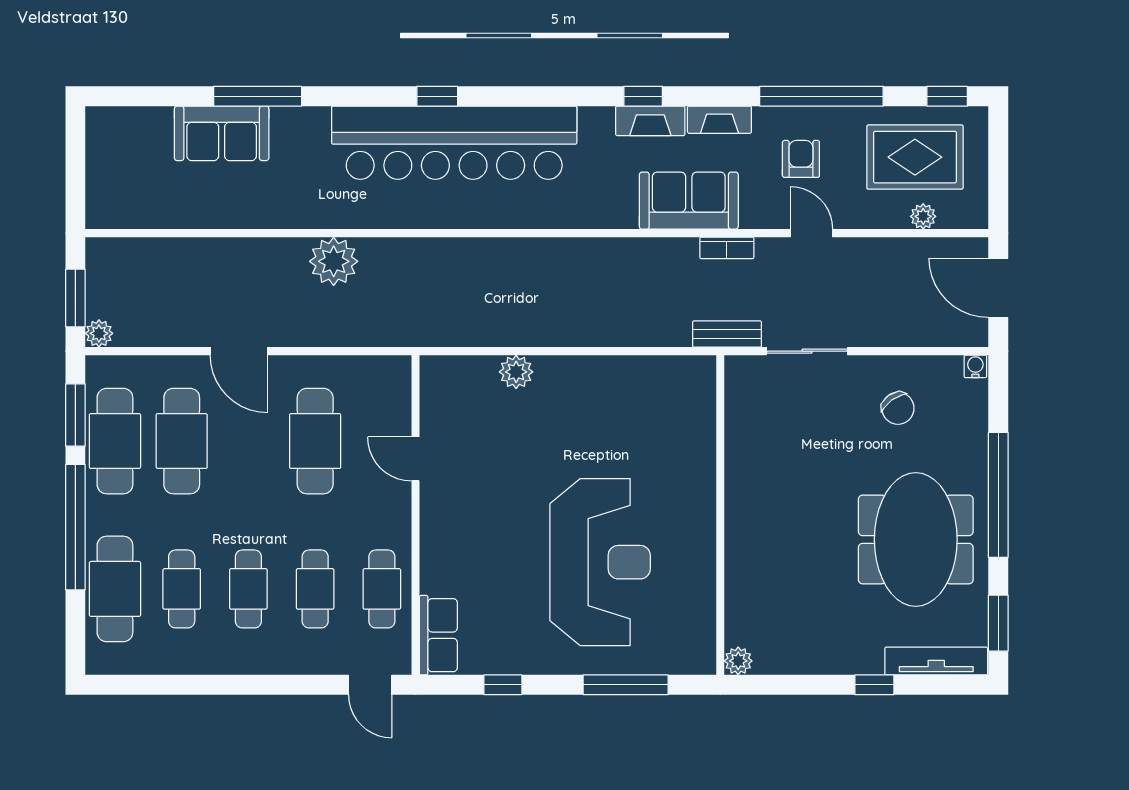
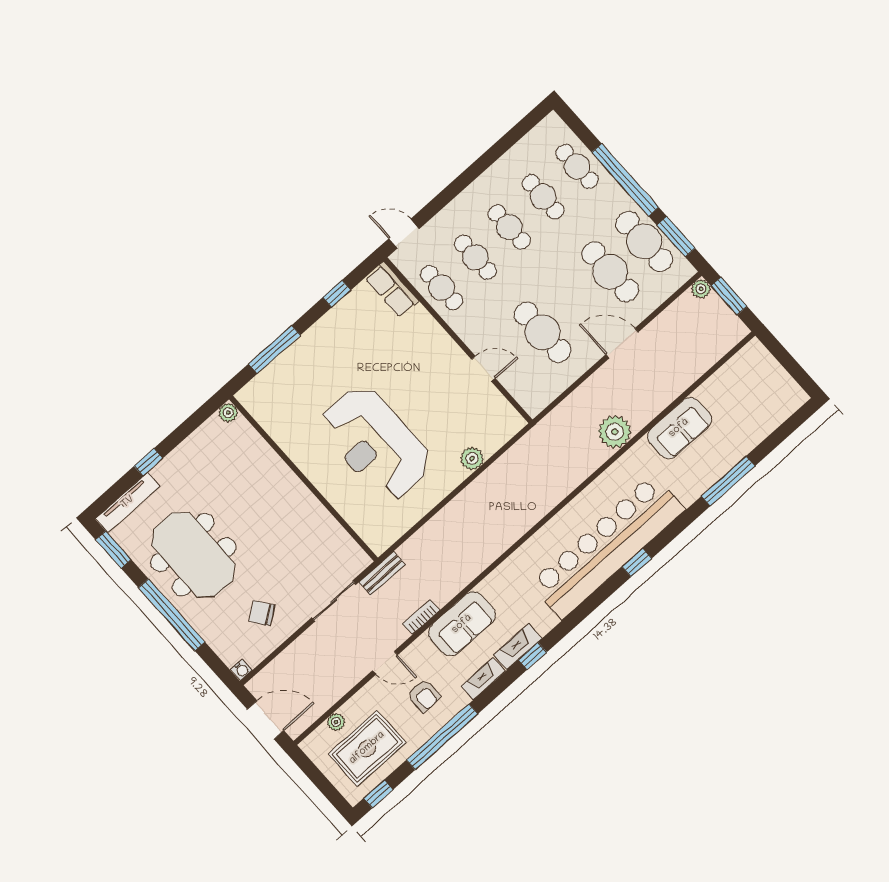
sofa: (222, 133) -> (679, 428), moved, turned 180
reception desk: (600, 562) -> (376, 443), moved
cafe table: (115, 589) -> (577, 166), width x0.73, depth x0.74

